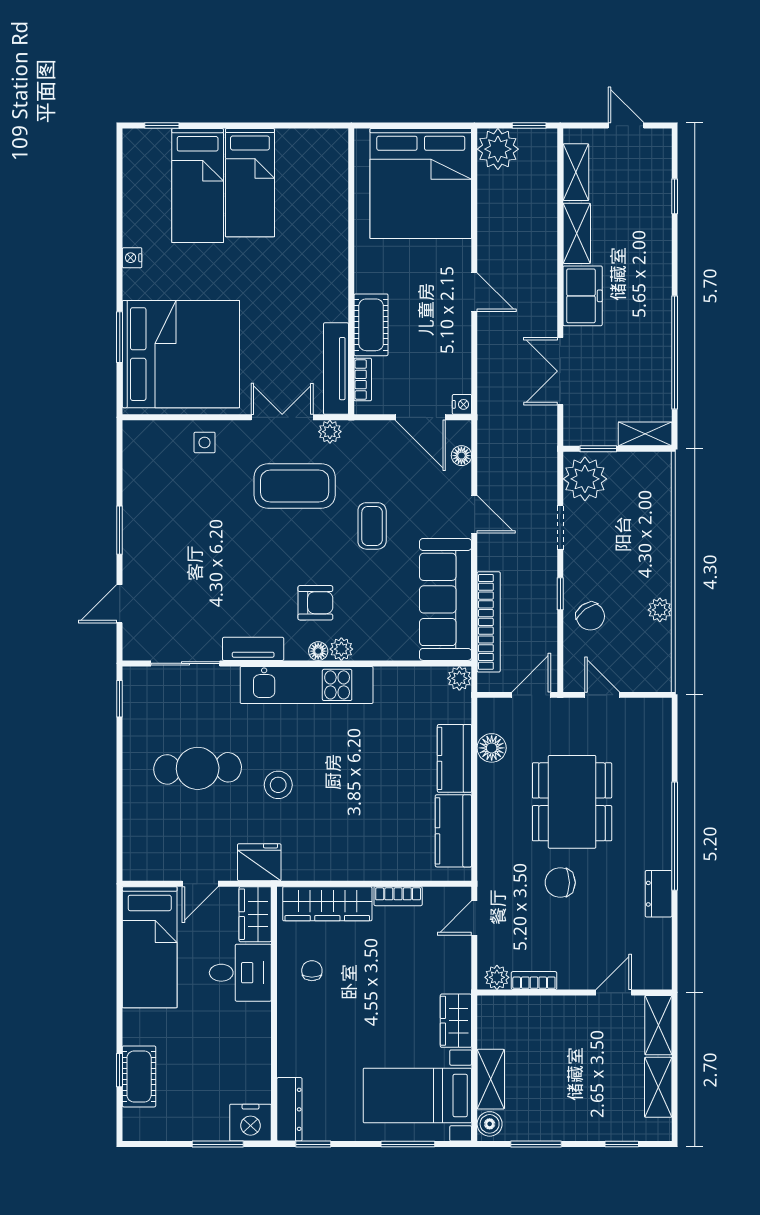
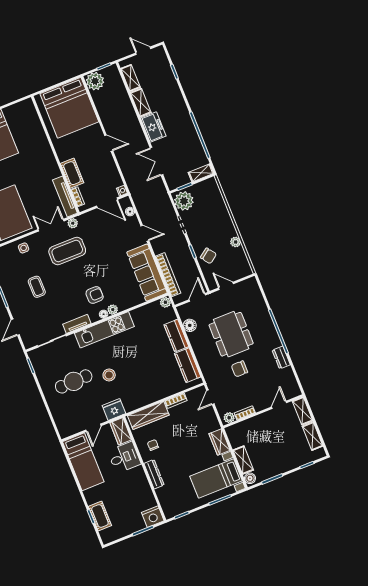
coffee table: (372, 526) -> (37, 287), moved
dresser: (289, 1109) -> (154, 474), moved

